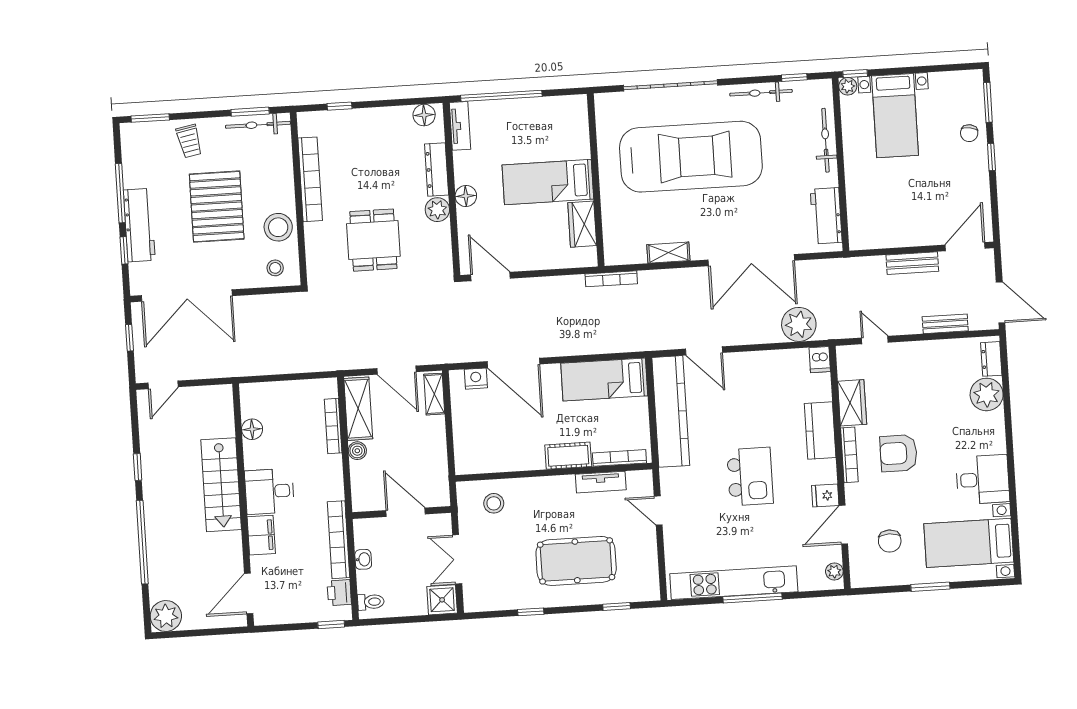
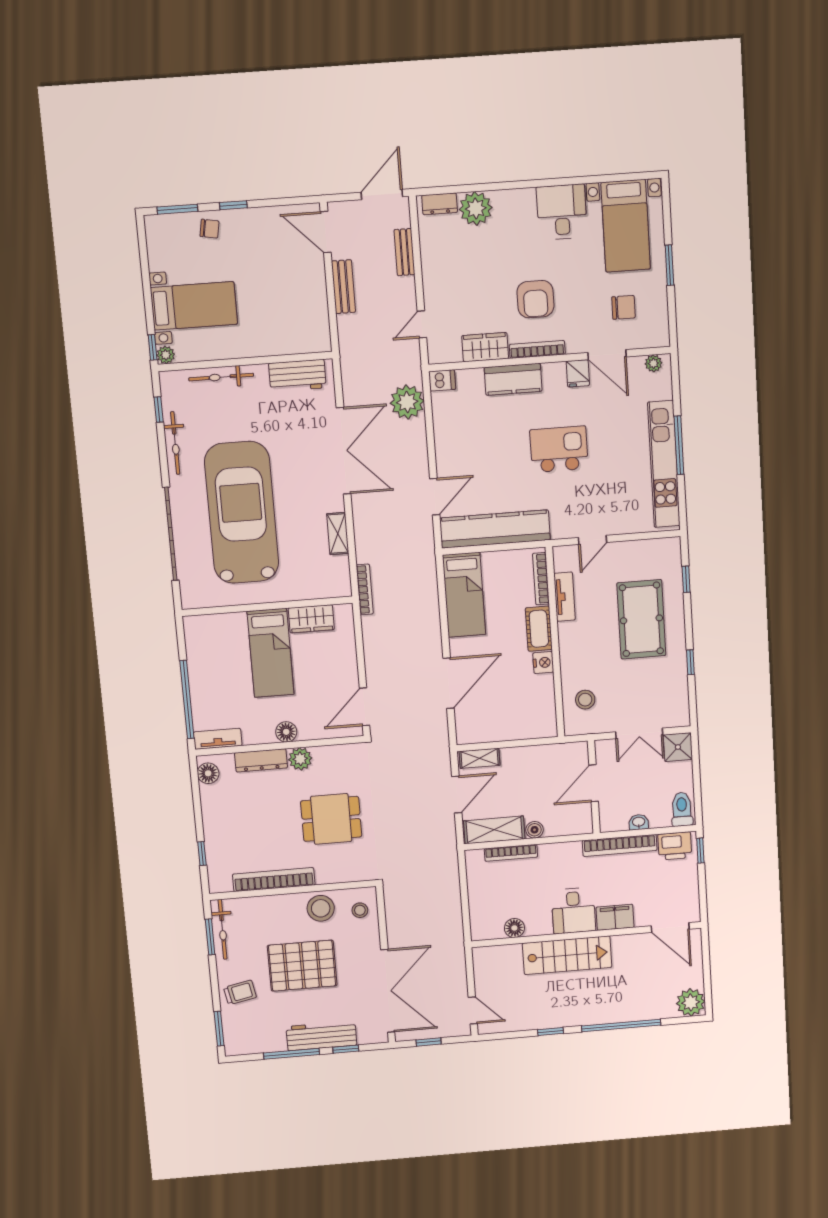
nightstand: (476, 379) -> (543, 662), moved, turned 180
printer: (339, 593) -> (675, 846), width x1.36, depth x1.24
toilet: (371, 602) -> (682, 809), width x1.37, depth x1.39

